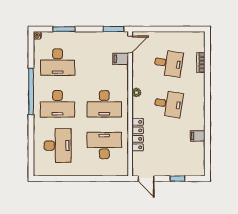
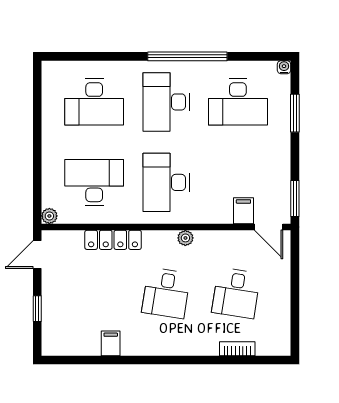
desk: (58, 62) -> (238, 102), turned -90
desk: (104, 146) -> (94, 182), turned -90
plant: (124, 172) -> (49, 216), added

